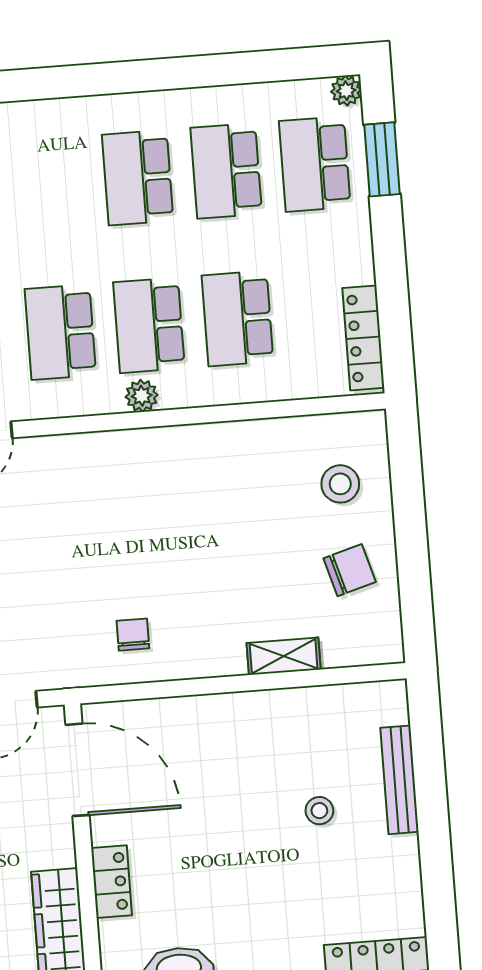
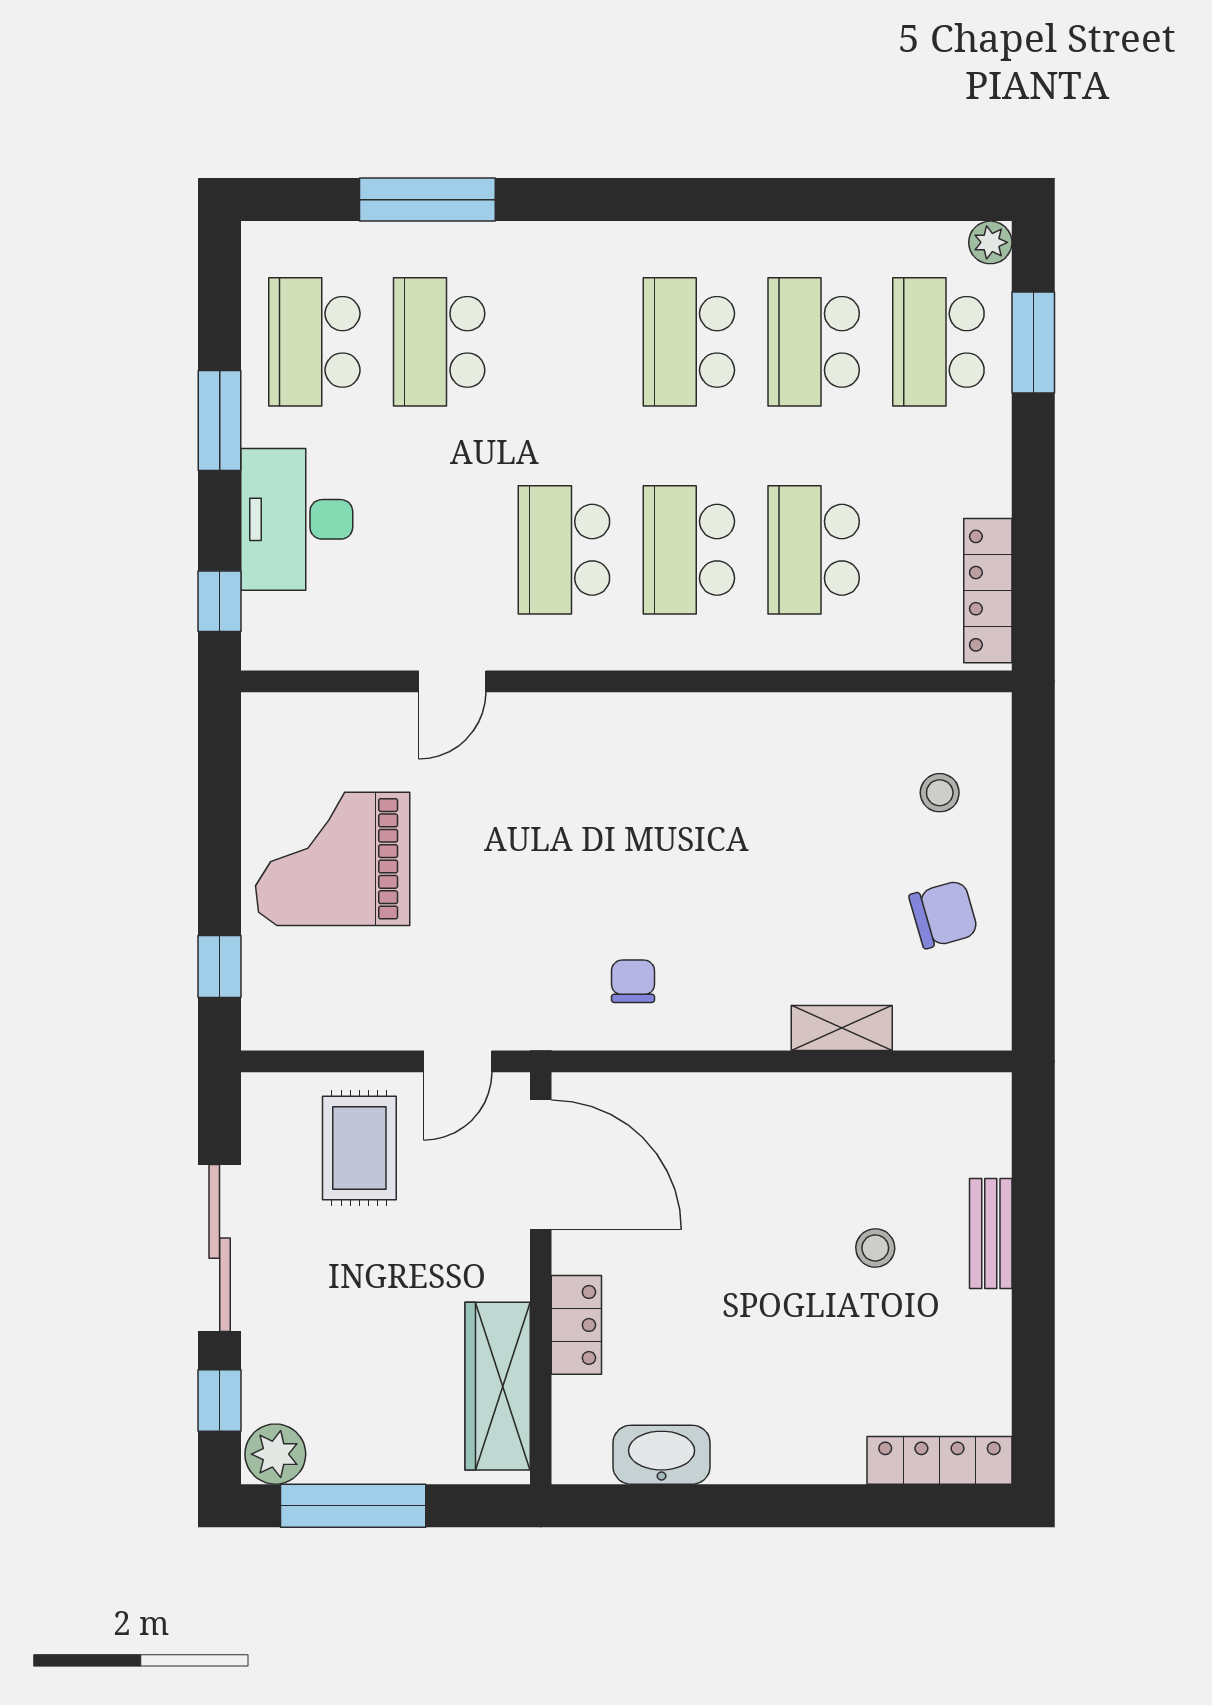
plant: (142, 396) -> (671, 648), removed
stool: (340, 484) -> (940, 793), width x0.73, depth x0.73
bench: (399, 780) -> (991, 1234), width x0.73

